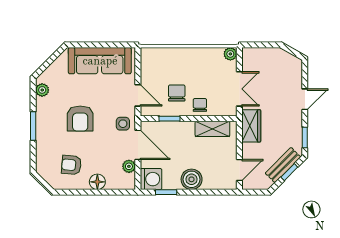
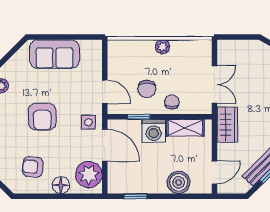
plant: (230, 54) -> (163, 47), moved
sofa: (100, 61) -> (54, 54), width x0.73
chair: (177, 93) -> (147, 89), turned 180
plant: (129, 166) -> (89, 175), width x1.88, depth x1.88
washing machine: (151, 179) -> (154, 131), moved, turned 90
boiler: (192, 179) -> (179, 182), moved

